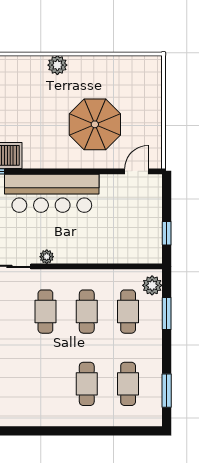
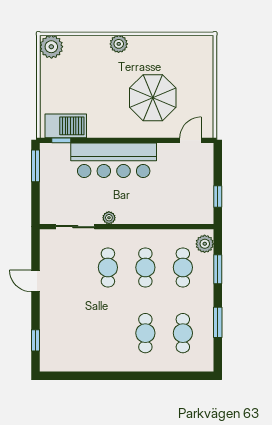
window: (167, 391) -> (218, 322), moved

